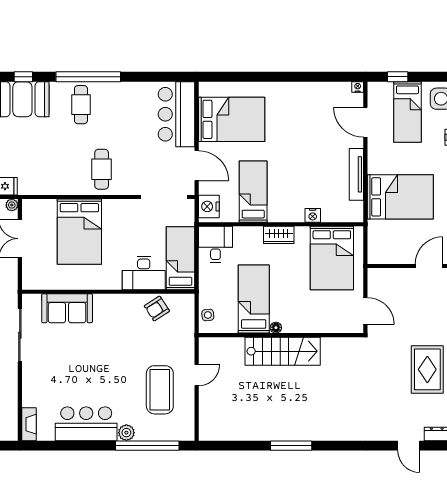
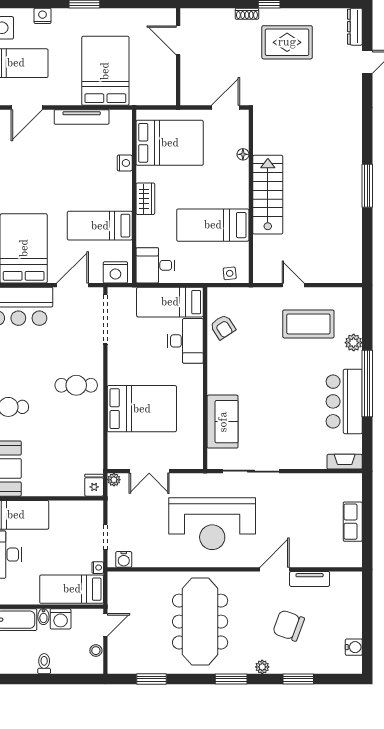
floor lamp: (276, 328) -> (243, 154), moved
plant: (126, 433) -> (354, 343), moved
window: (147, 446) -> (367, 384), moved

